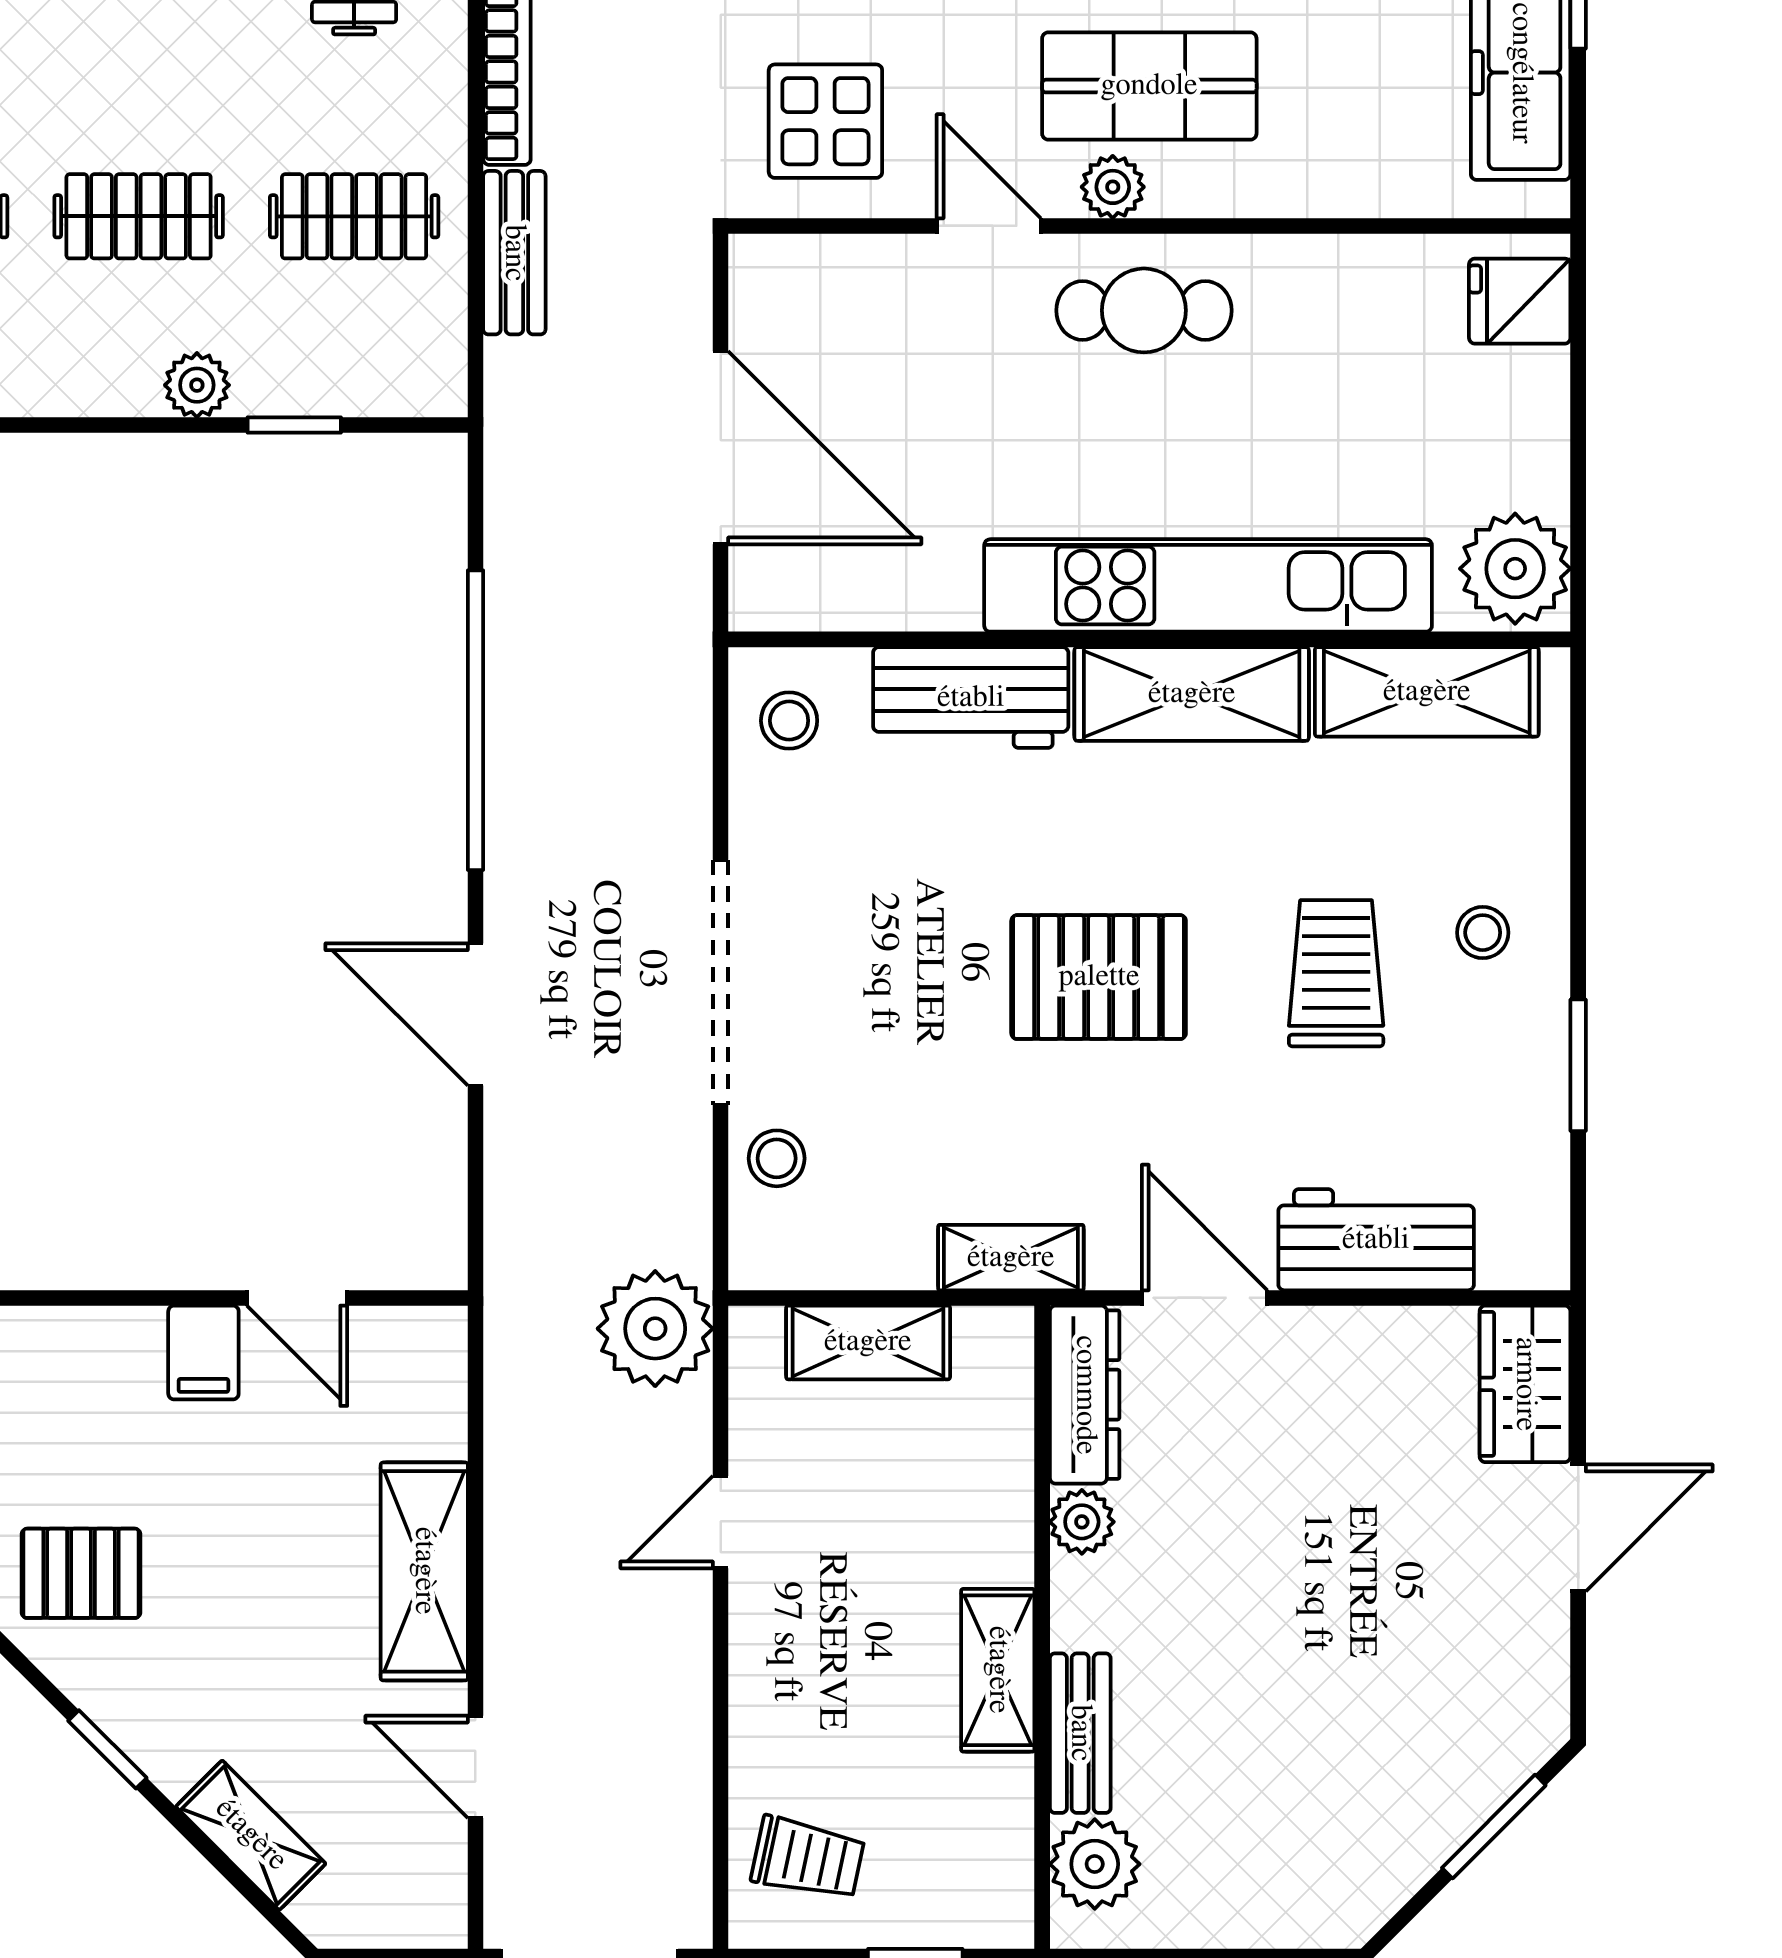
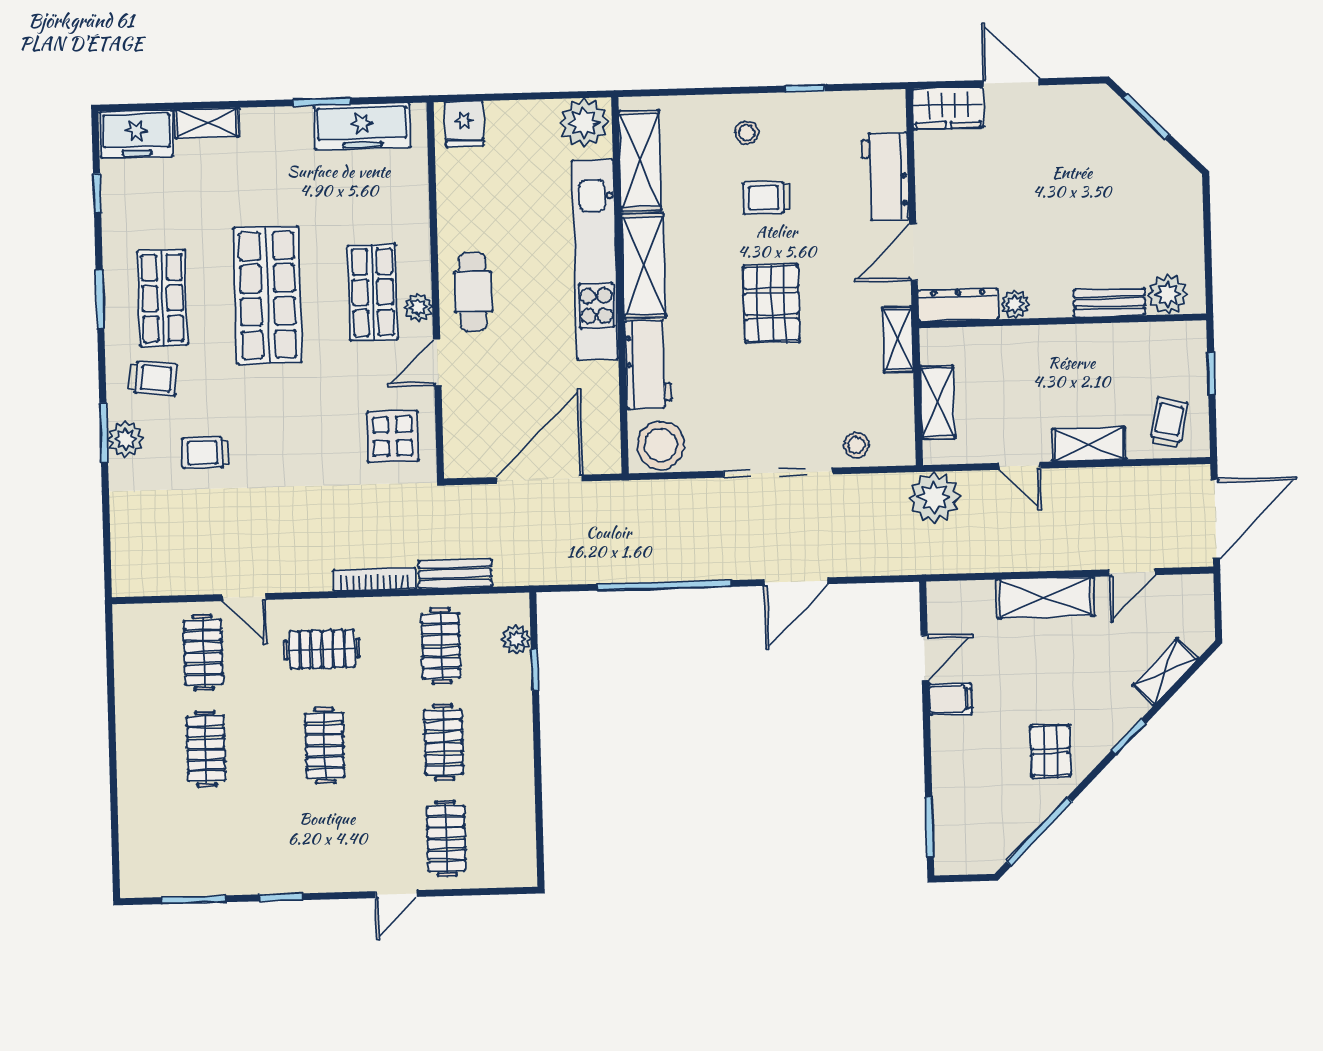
plant: (197, 385) -> (516, 639), moved
stool: (789, 721) -> (661, 445), width x1.89, depth x1.89
trolley: (1336, 973) -> (767, 198), width x0.73, depth x0.72
window: (1578, 1065) -> (805, 88), width x0.67
shelving: (998, 1670) -> (1089, 444), moved

